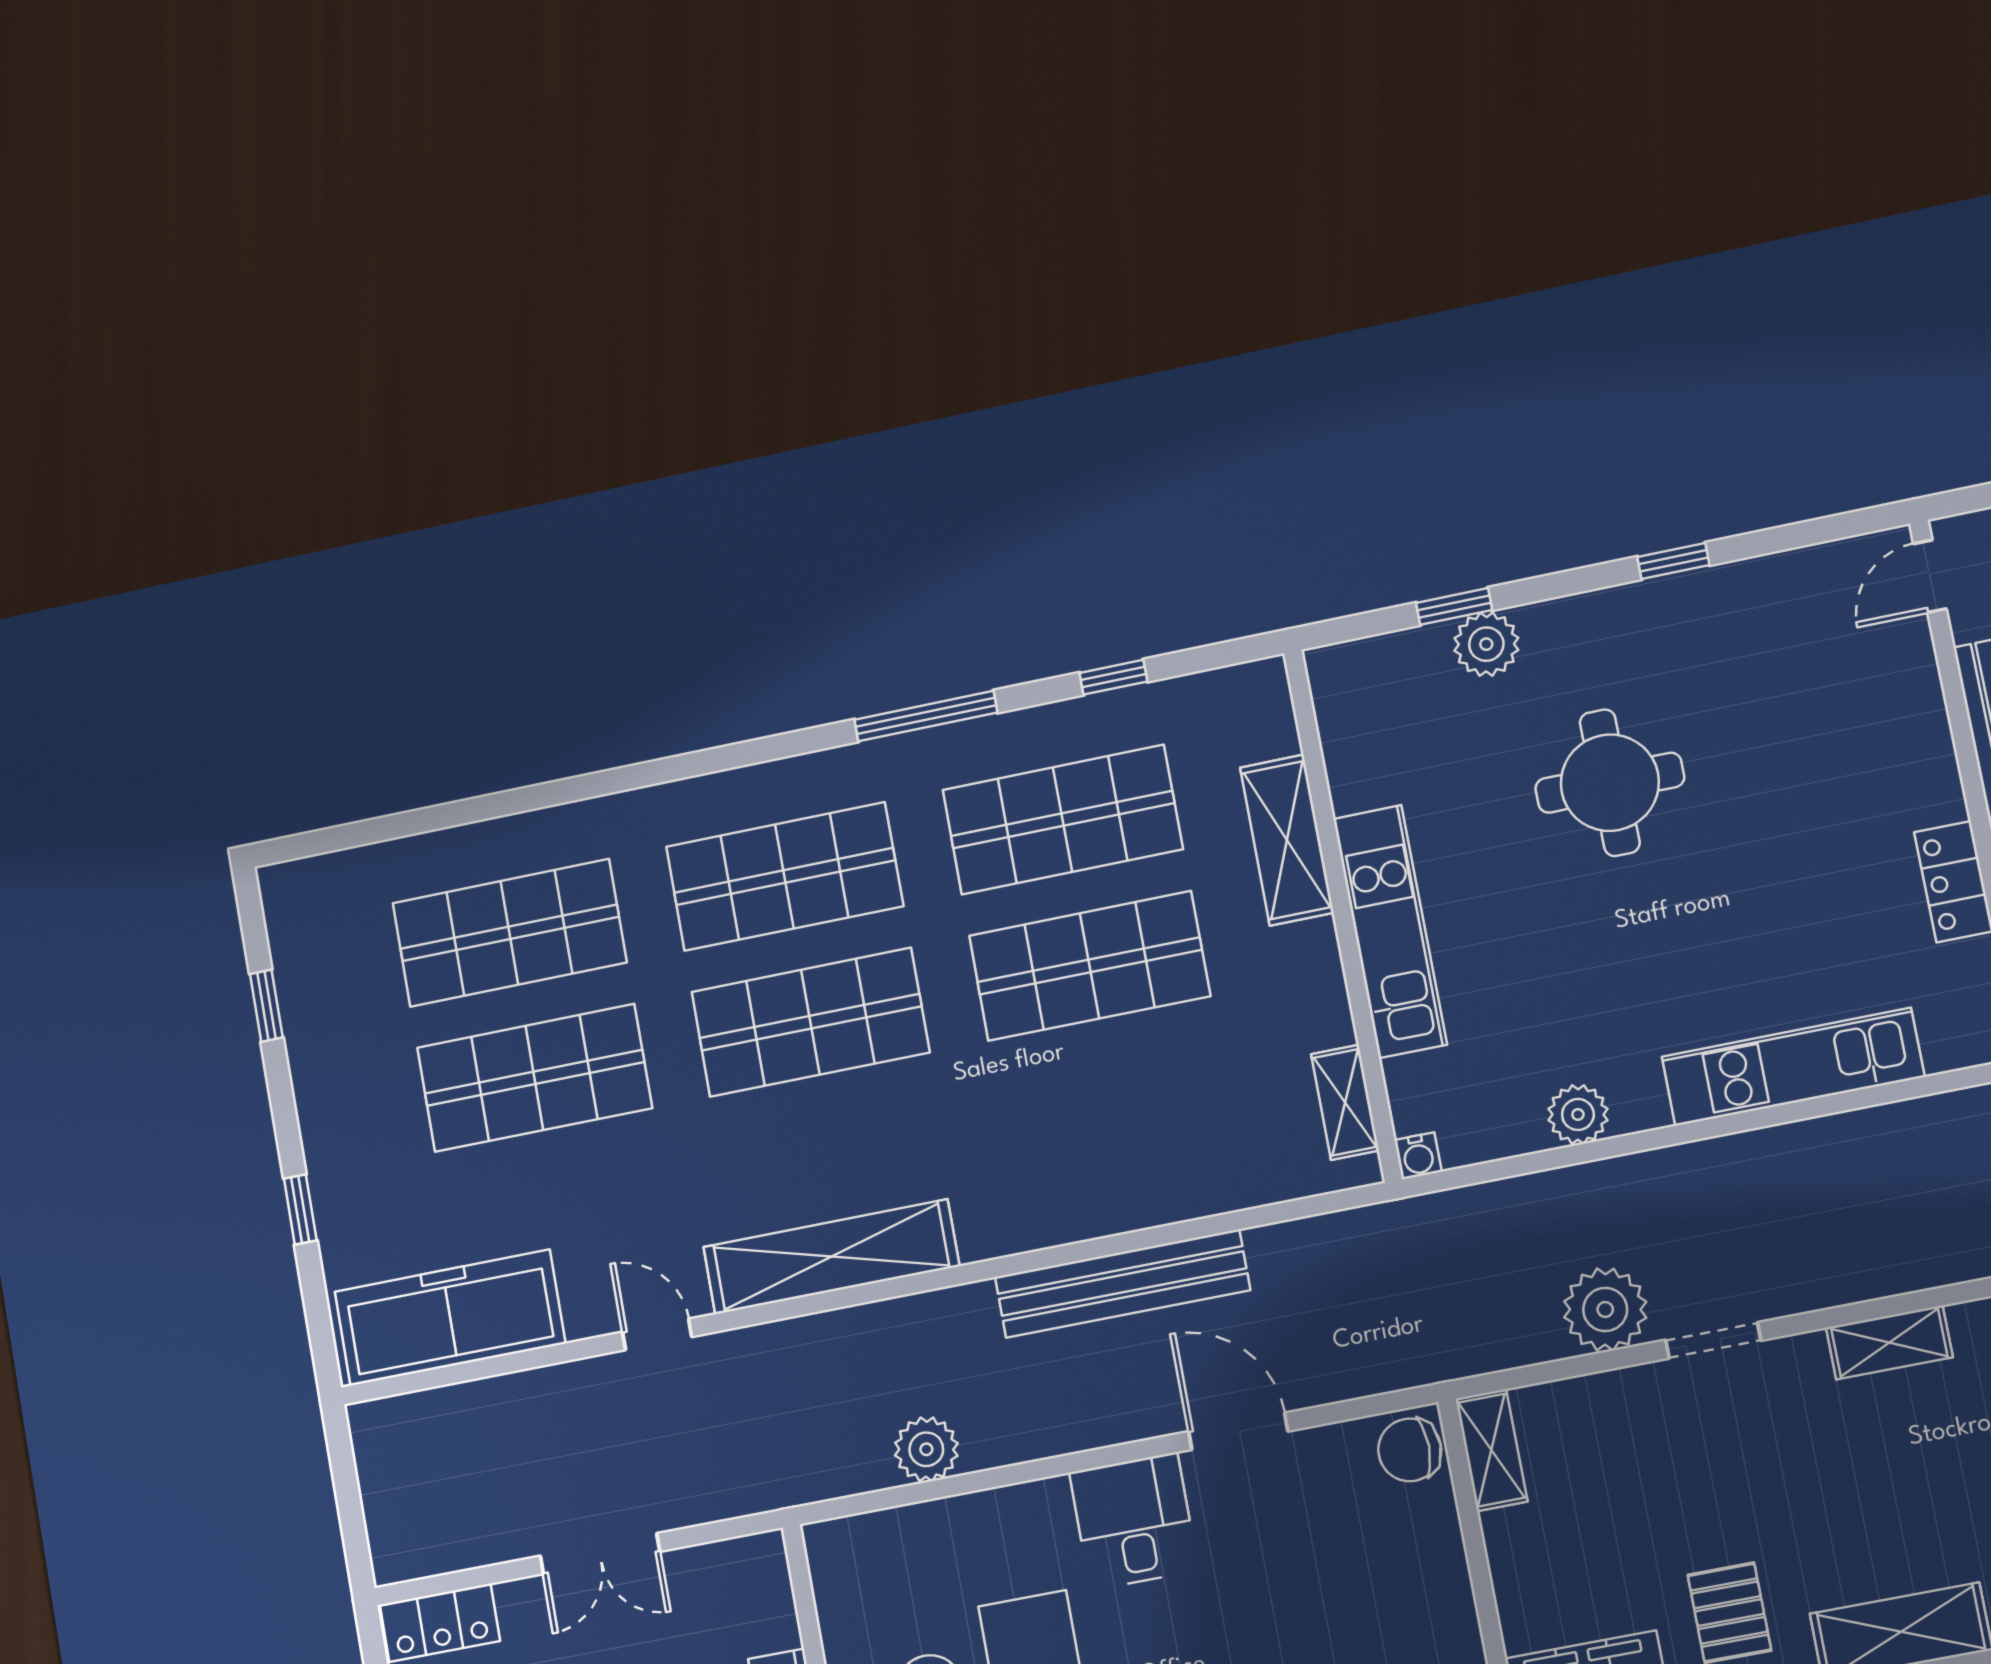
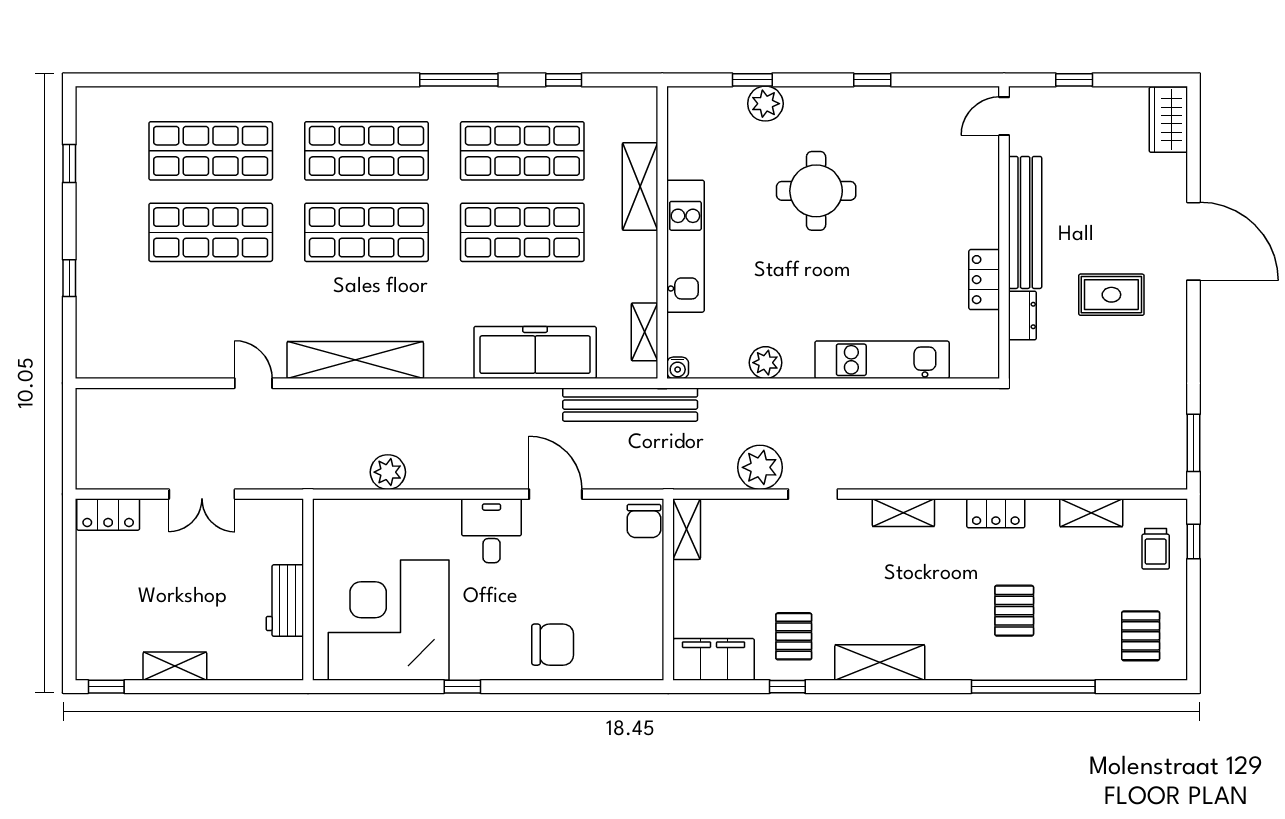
bench: (1122, 1284) -> (630, 405), moved
freezer: (450, 1318) -> (535, 352), moved
chair: (1410, 1450) -> (644, 521), turned -90

